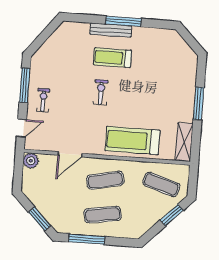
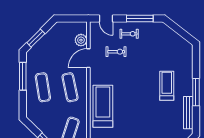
bench: (111, 30) -> (188, 113), moved
exercise bike: (101, 92) -> (116, 52), moved
door: (70, 154) -> (88, 58), hinge flipped
plant: (31, 161) -> (81, 40), moved

